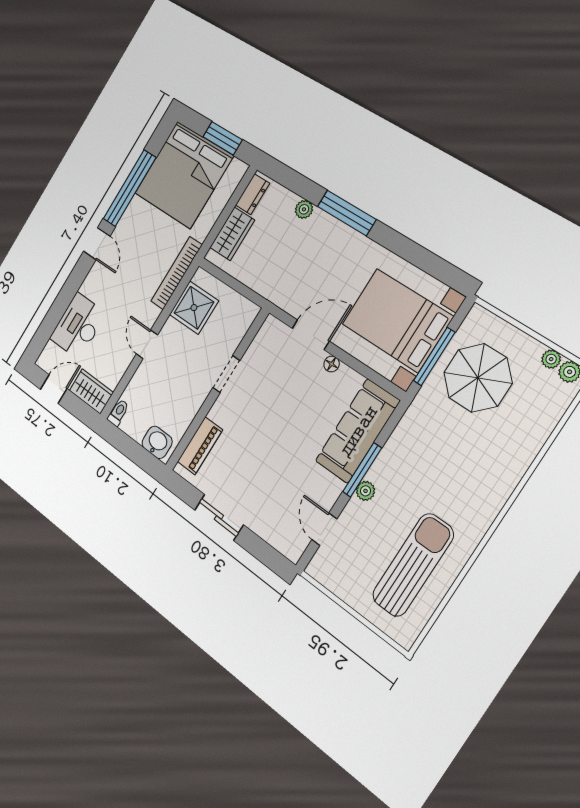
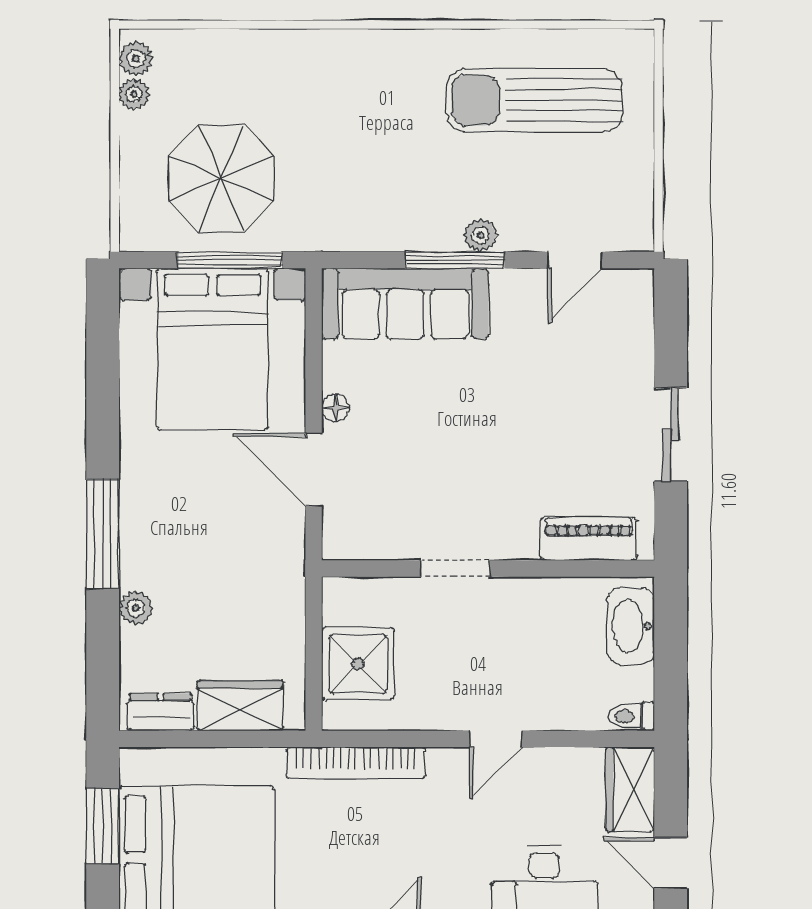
shower: (194, 308) -> (358, 664), moved
washbasin: (157, 442) -> (631, 626), width x1.38

